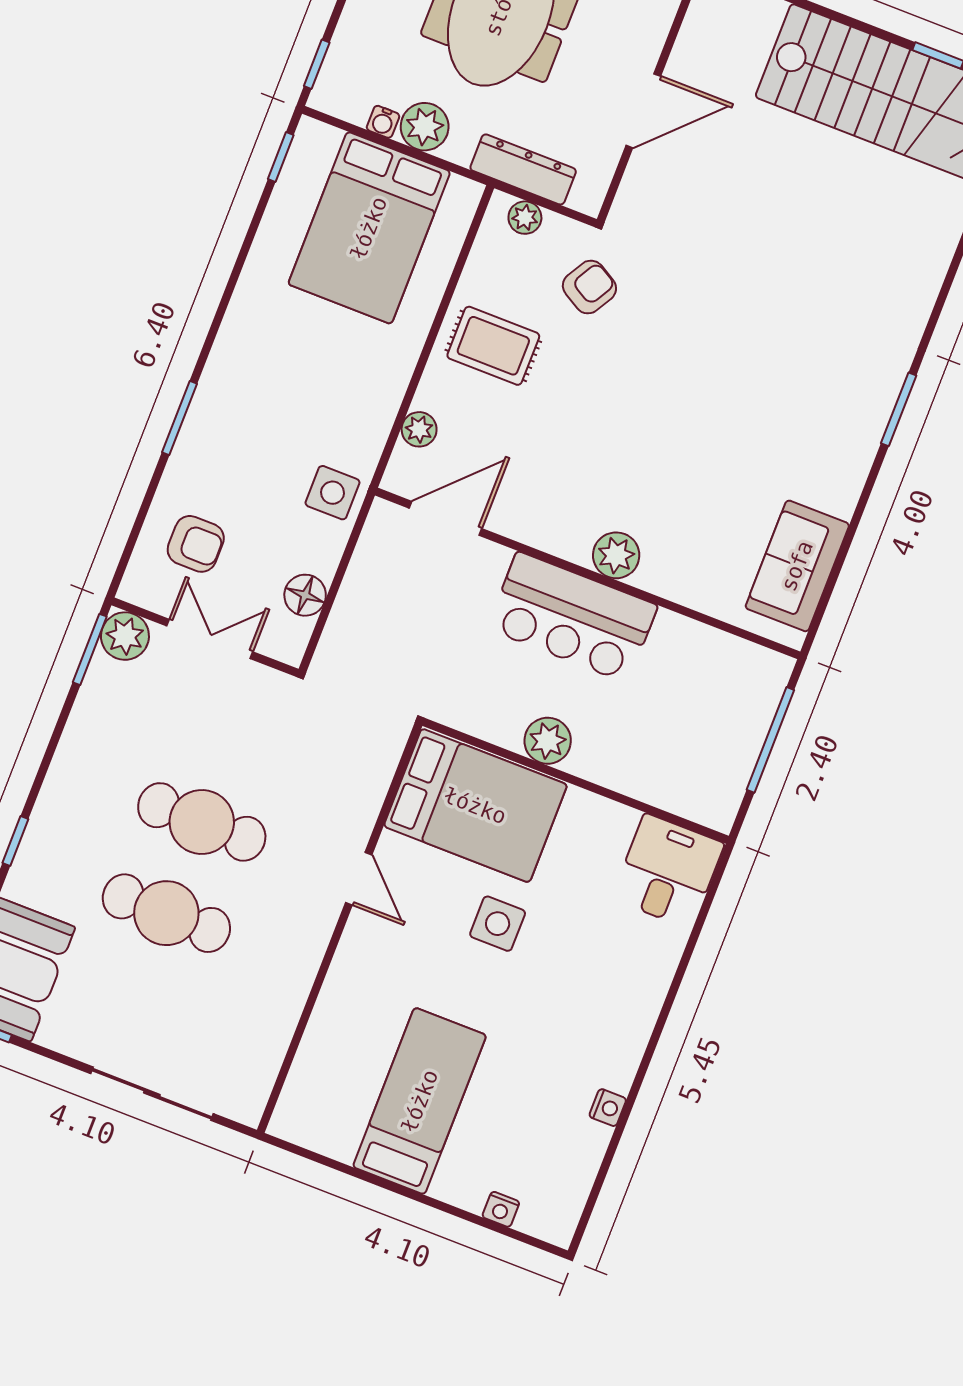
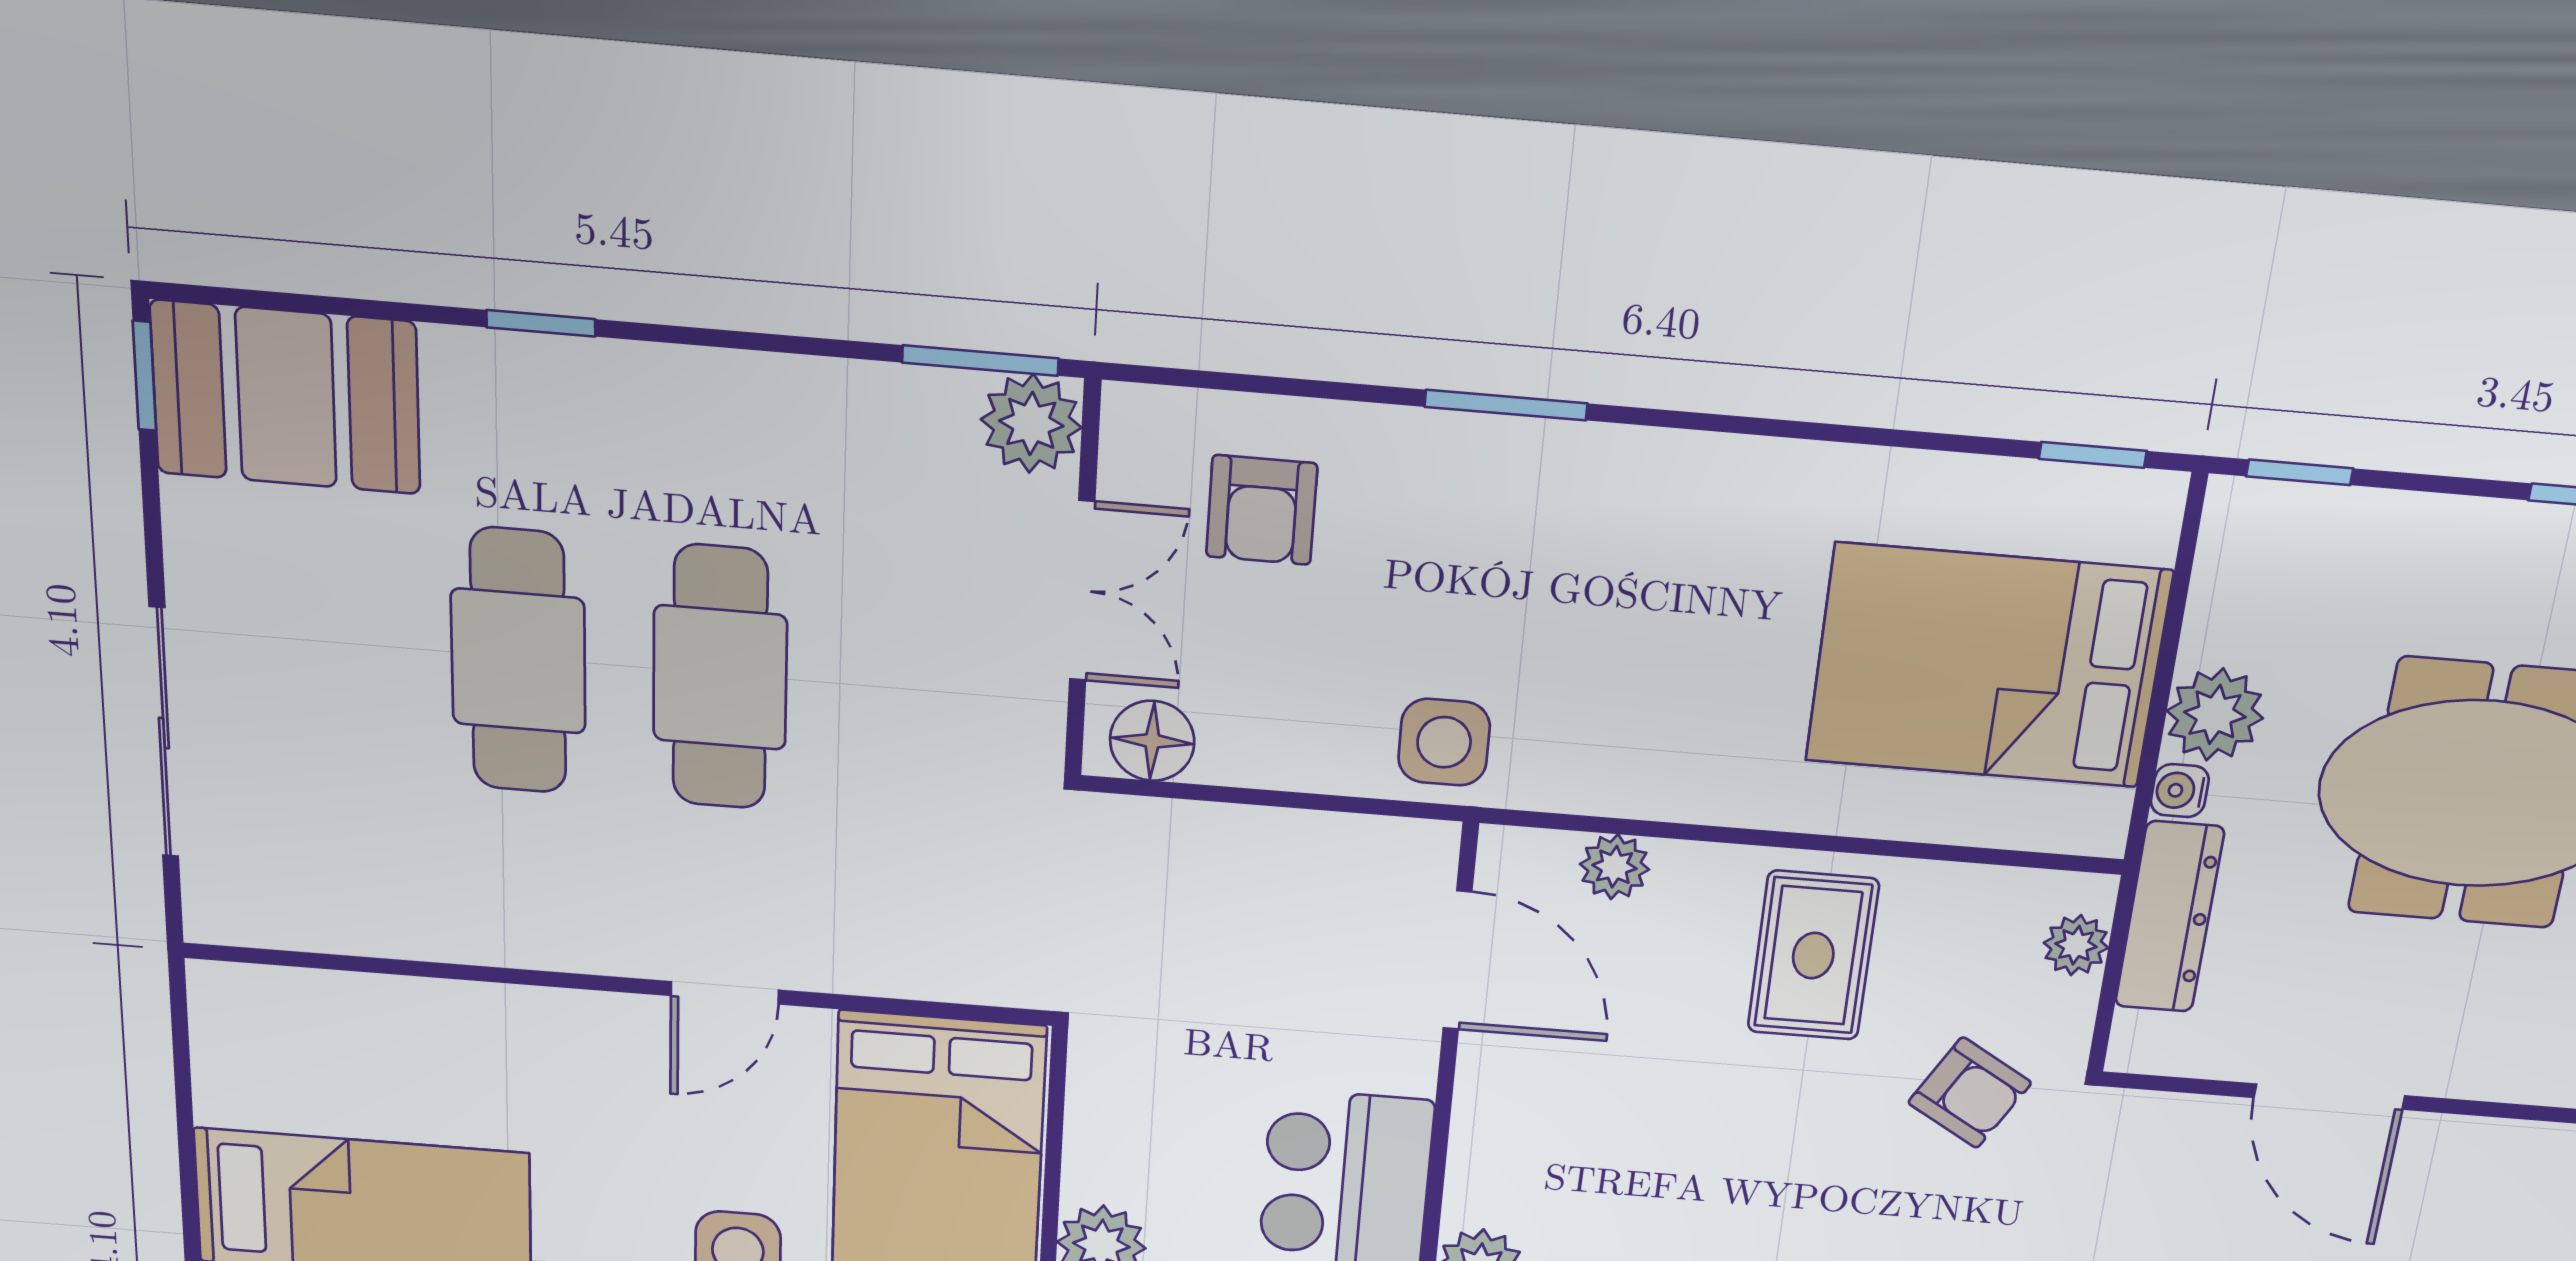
water cooler: (383, 122) -> (2180, 791), moved
floor lamp: (305, 595) -> (1152, 741), moved

